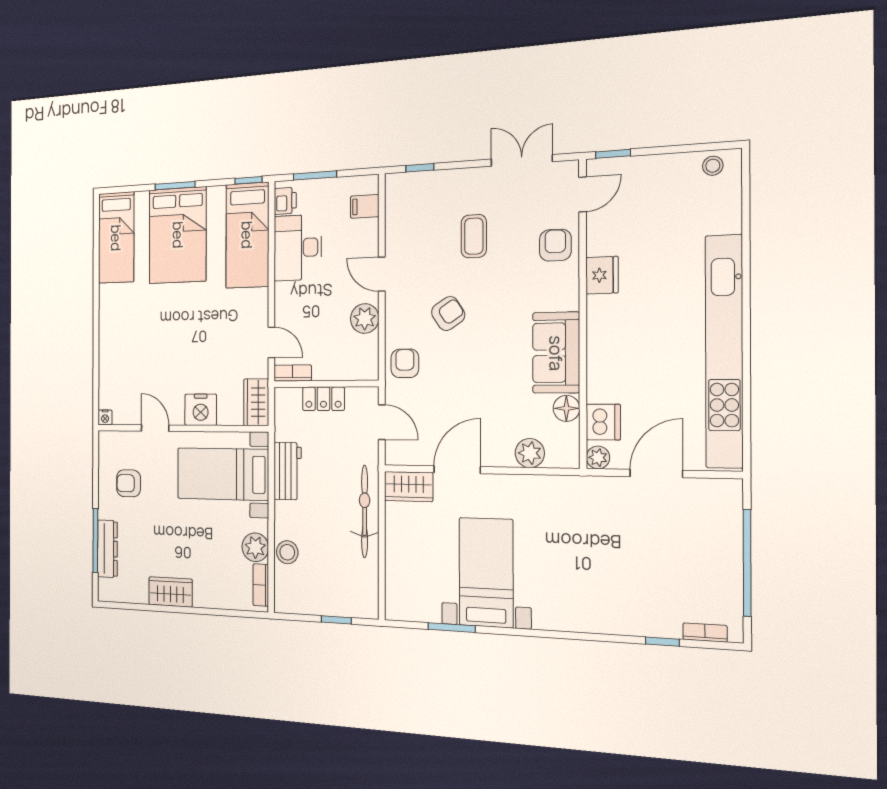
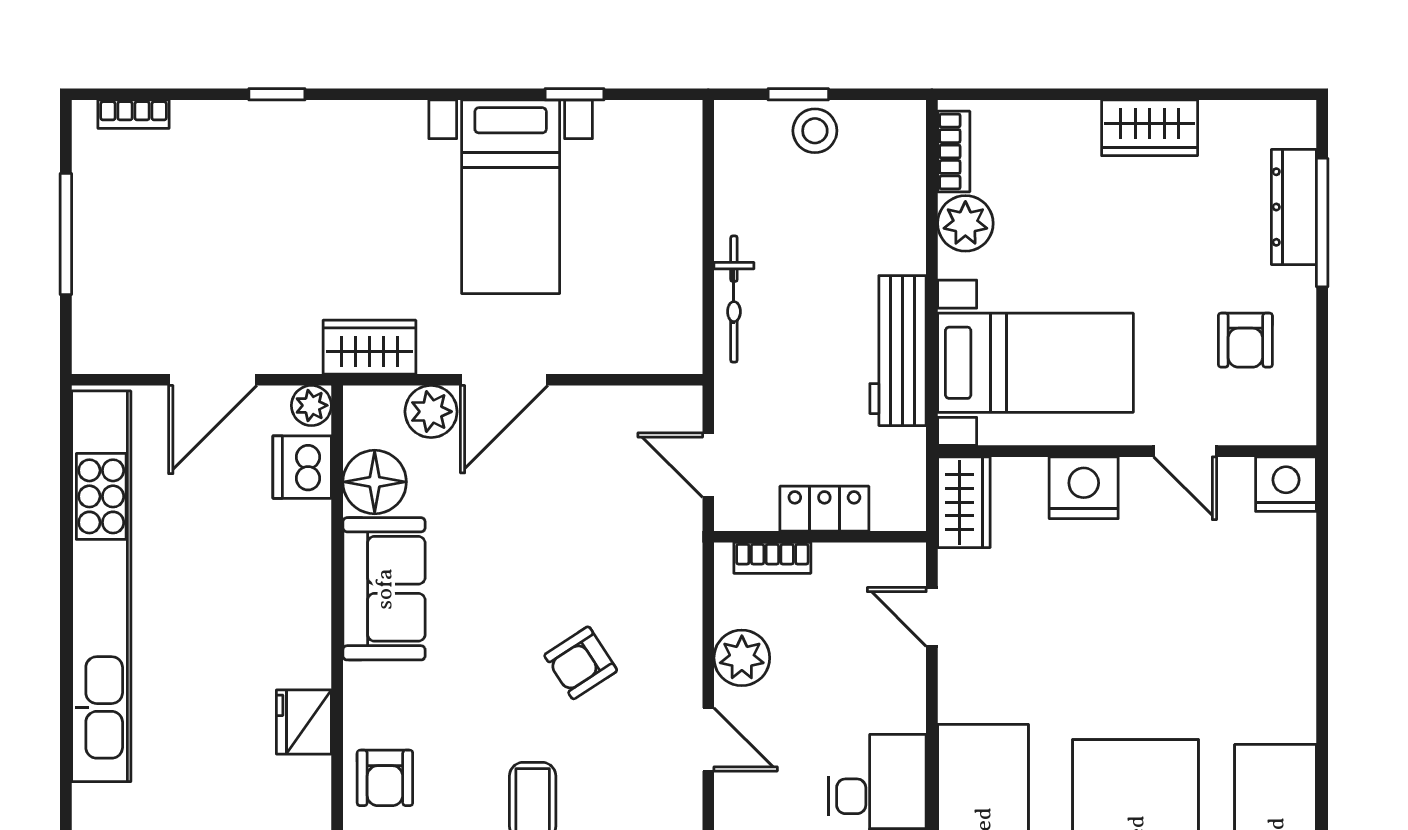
armchair: (405, 363) -> (663, 573), removed
bookcase: (293, 373) -> (772, 558), moved
floor lamp: (566, 408) -> (375, 482), width x1.38, depth x1.38
nightstand: (105, 417) -> (1286, 484), width x1.89, depth x1.79
door: (457, 470) -> (504, 380), moved
workbench: (288, 471) -> (898, 351), width x1.38
armchair: (129, 483) -> (1245, 340), turned 90
wardrobe: (409, 487) -> (369, 347), moved
bicycle: (365, 511) -> (734, 299), width x0.73, depth x0.71
stool: (287, 552) -> (815, 131), moved
window: (747, 563) -> (66, 234), width x0.68
window: (452, 628) -> (575, 94), width x0.67
window: (662, 642) -> (277, 94), moved

